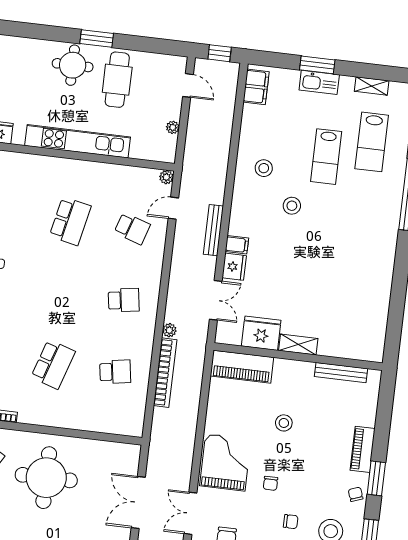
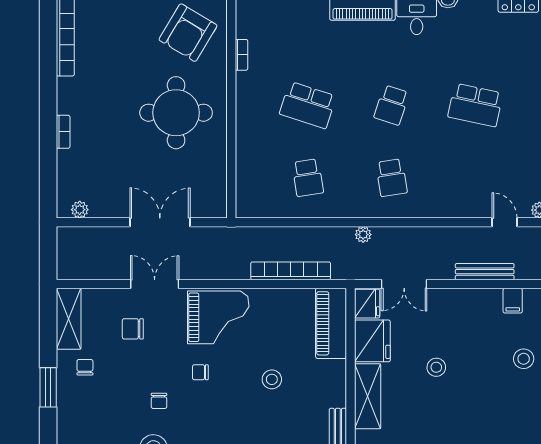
school desk: (132, 229) -> (392, 105), moved
filing cabinet: (237, 245) -> (513, 301), moved
fridge: (234, 267) -> (367, 304), moved, turned -90
stool: (290, 281) -> (436, 367), added
shelving: (298, 345) -> (368, 396), width x1.50, depth x1.33
bookcase: (165, 373) -> (291, 271), moved, turned 180

